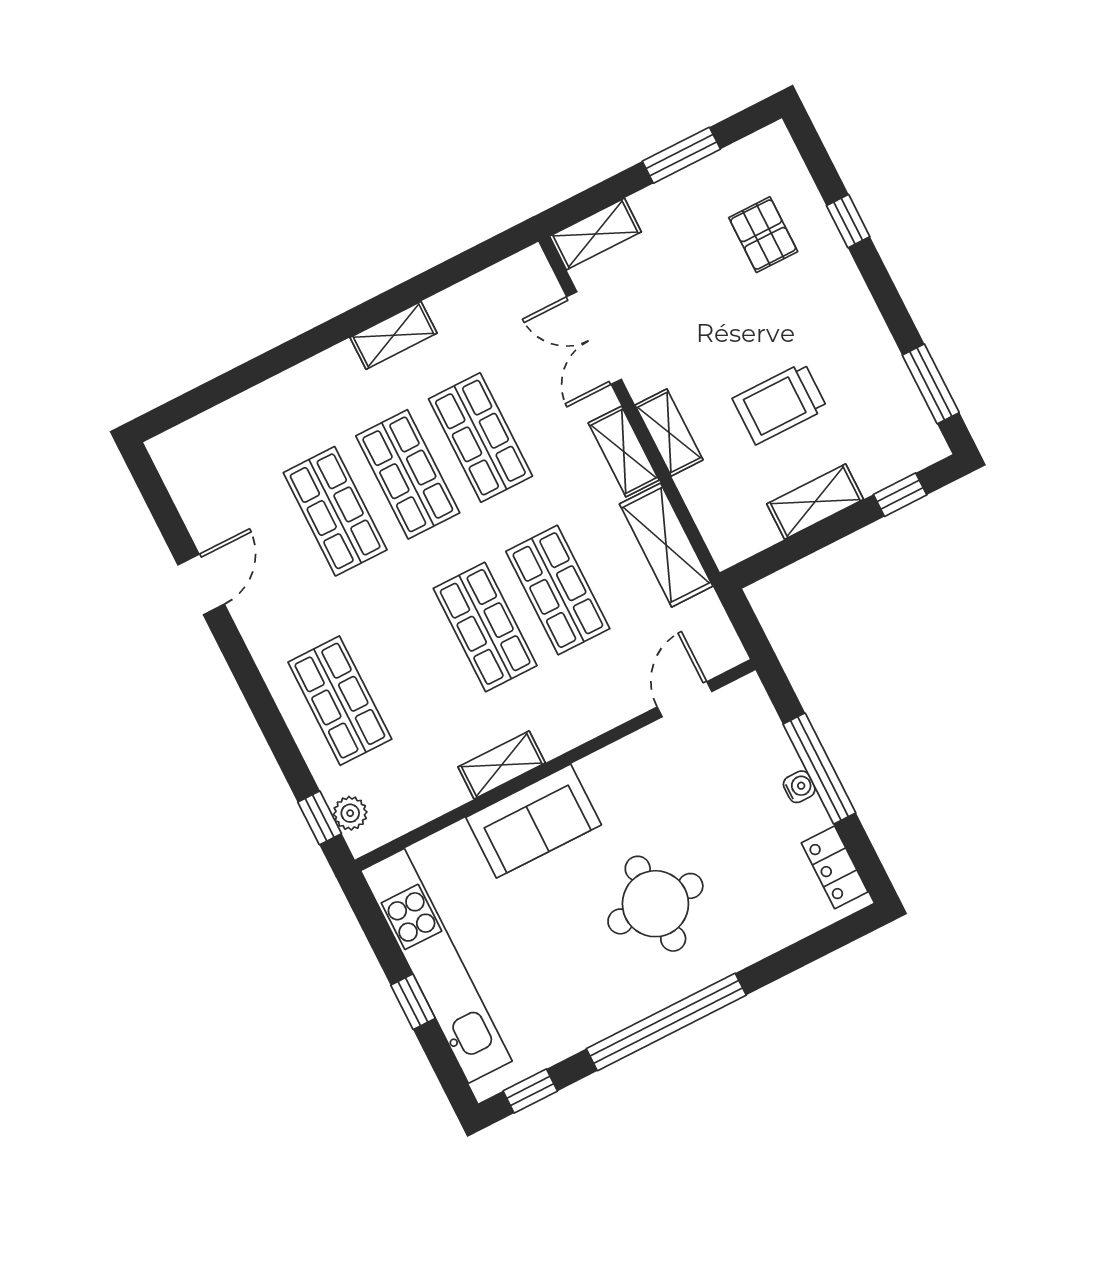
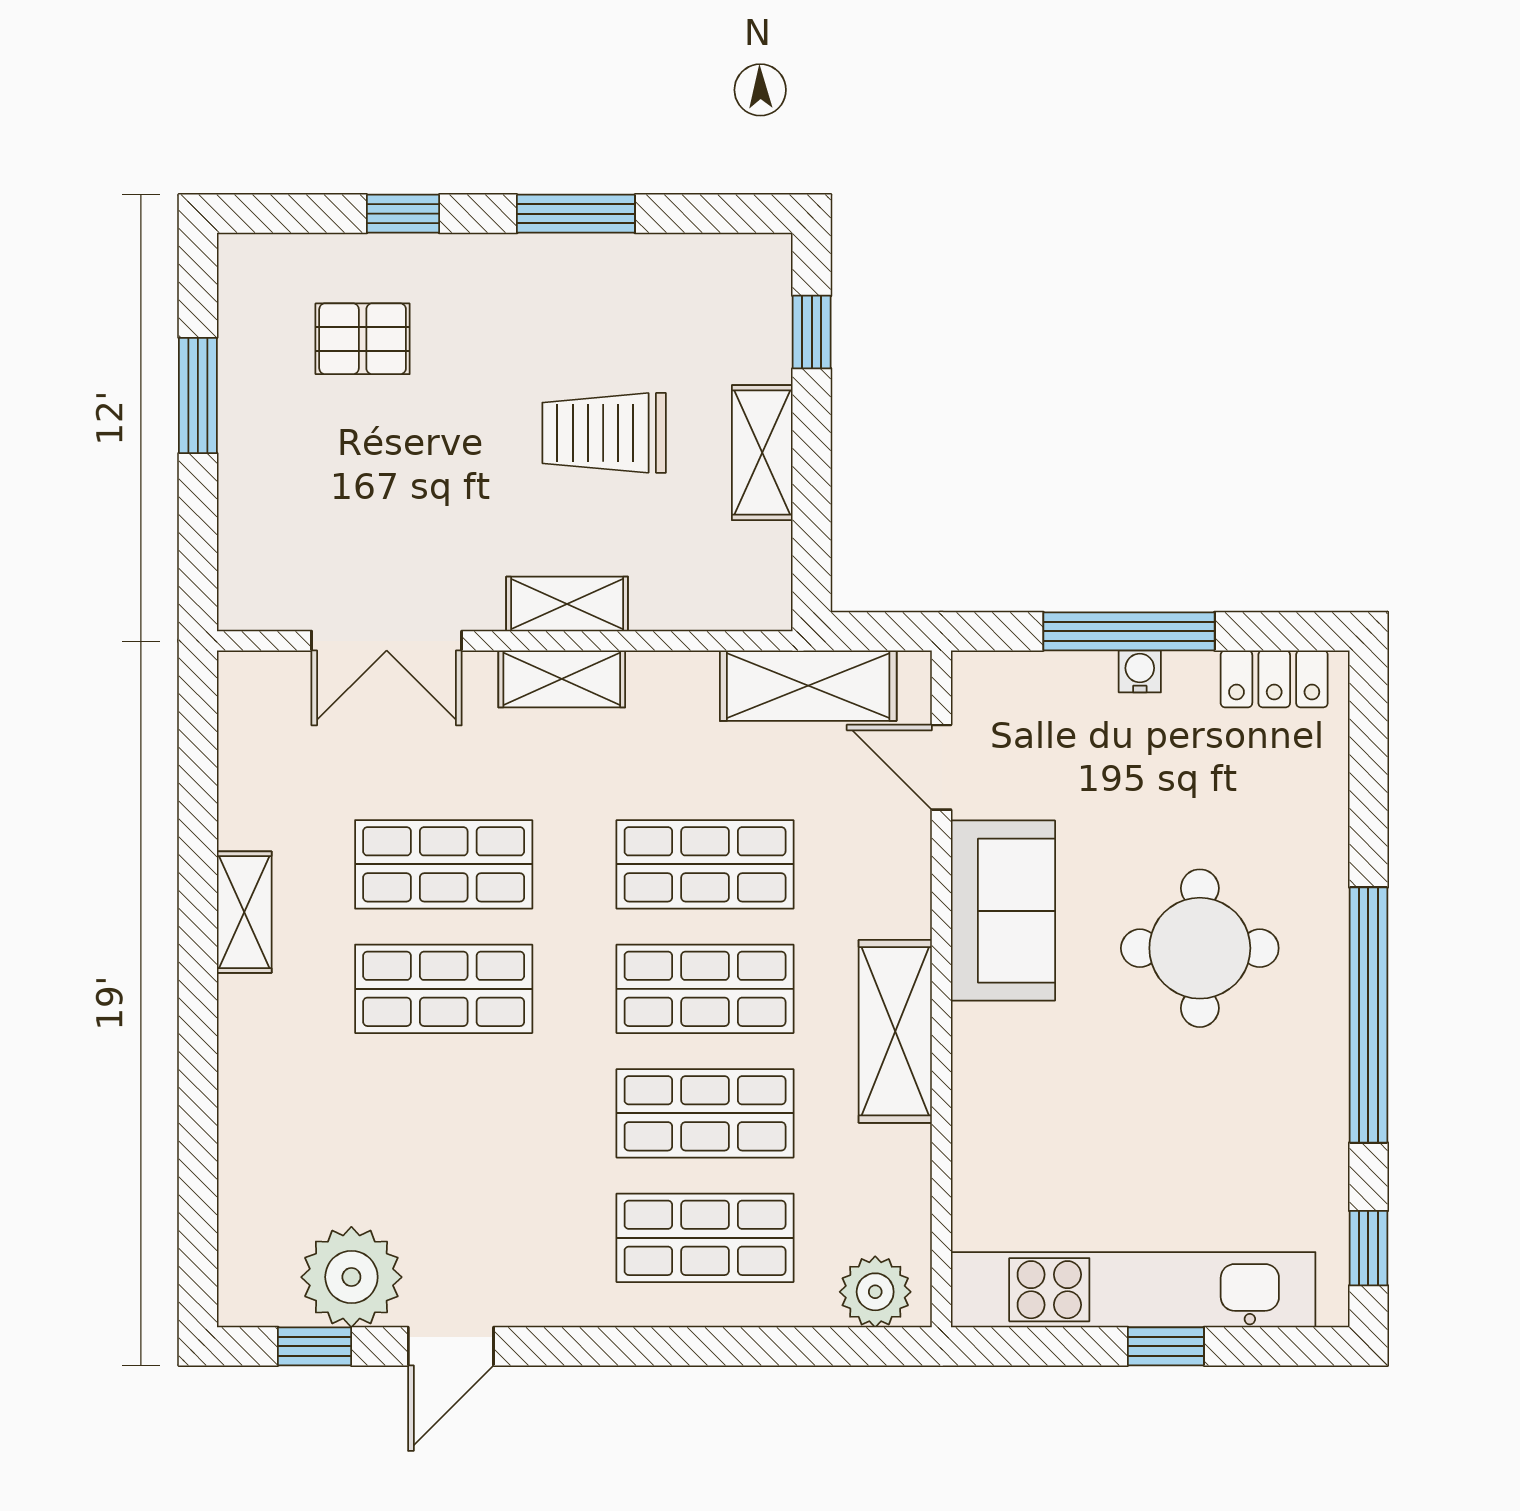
shelving: (595, 234) -> (246, 567), removed
window: (931, 384) -> (576, 214), moved
trolley: (780, 403) -> (604, 433), turned 90
plant: (212, 506) -> (351, 1277), added
shop shelf: (335, 511) -> (705, 1113), moved
shelving: (666, 545) -> (808, 686), moved
door: (201, 584) -> (451, 1346), swing flipped
shelving: (502, 765) -> (895, 1031), width x1.50, depth x1.33
plant: (350, 813) -> (875, 1292), width x1.38, depth x1.38
window: (320, 818) -> (315, 1346), moved
sofa: (534, 821) -> (1003, 911), moved

